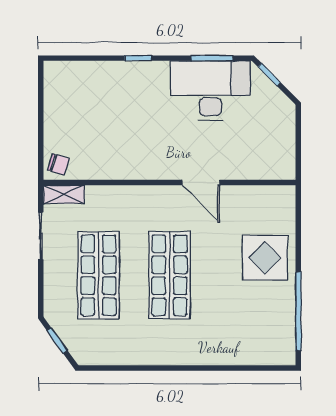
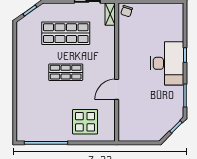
desk: (210, 91) -> (167, 63), moved
display table: (265, 258) -> (85, 122), moved
shop shelf: (170, 275) -> (66, 72), width x0.70, depth x0.74

